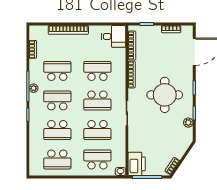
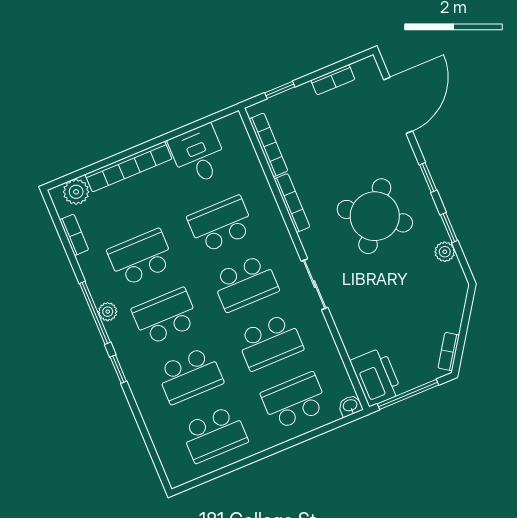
plant: (41, 31) -> (76, 192), added
desk: (114, 36) -> (198, 155), moved, turned -90
round table: (165, 95) -> (375, 216), turned 36

